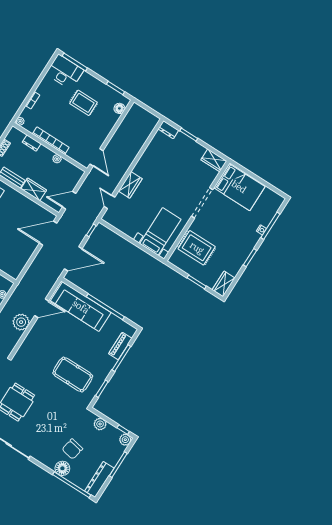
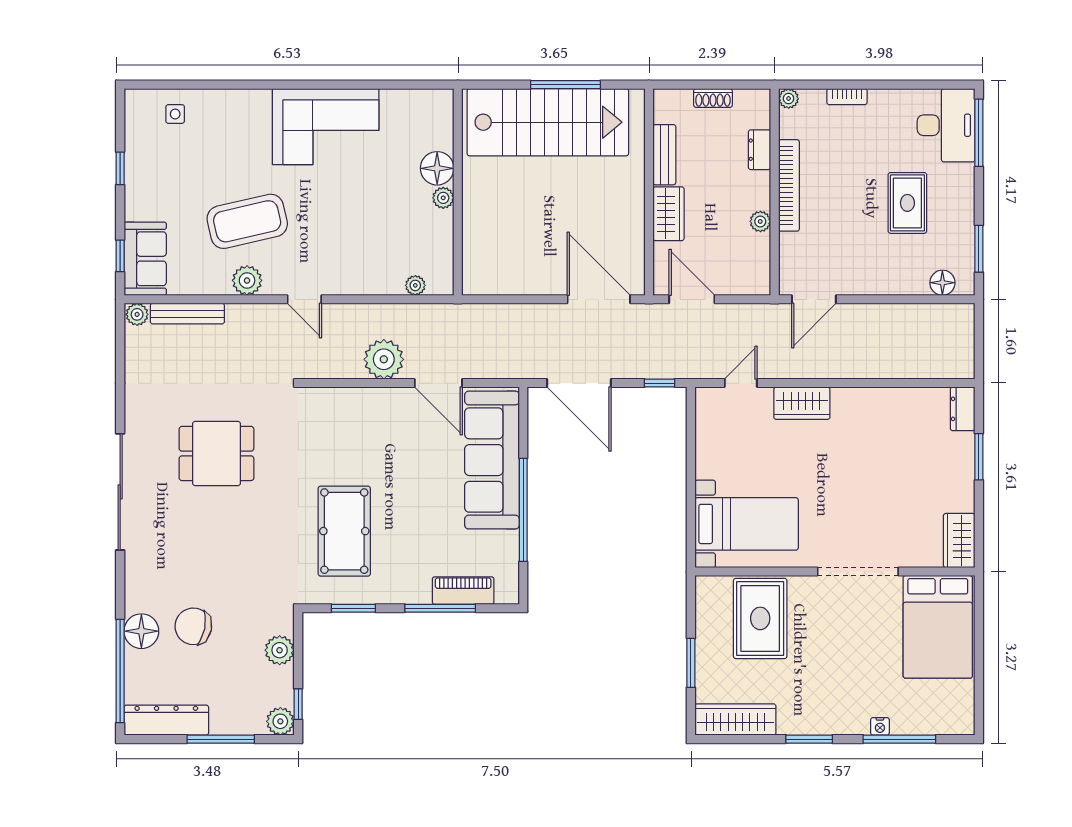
wardrobe: (224, 284) -> (735, 720), width x1.50

